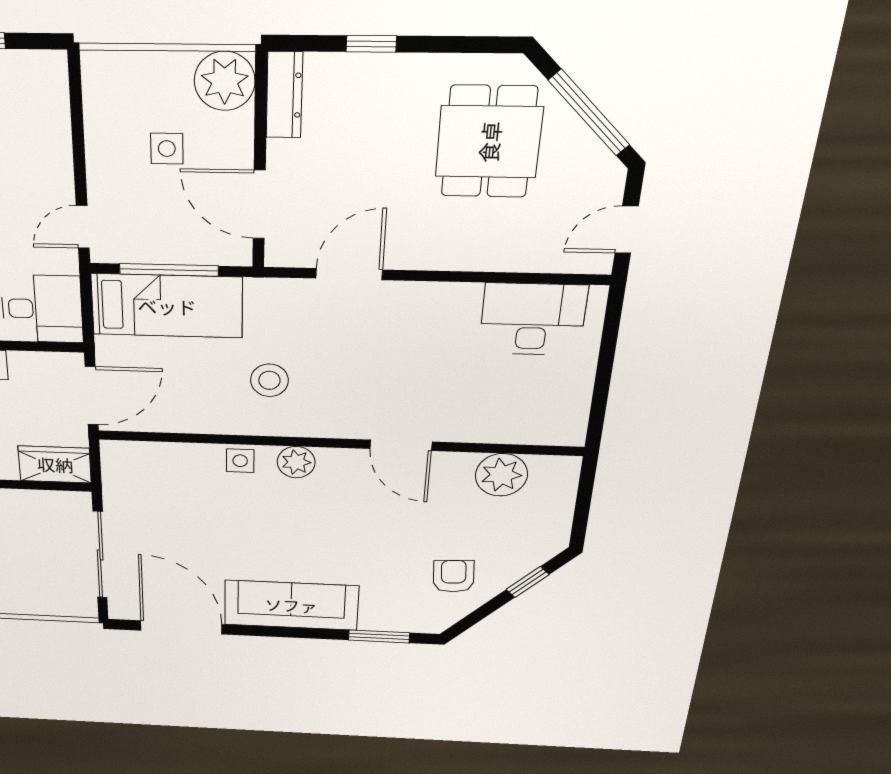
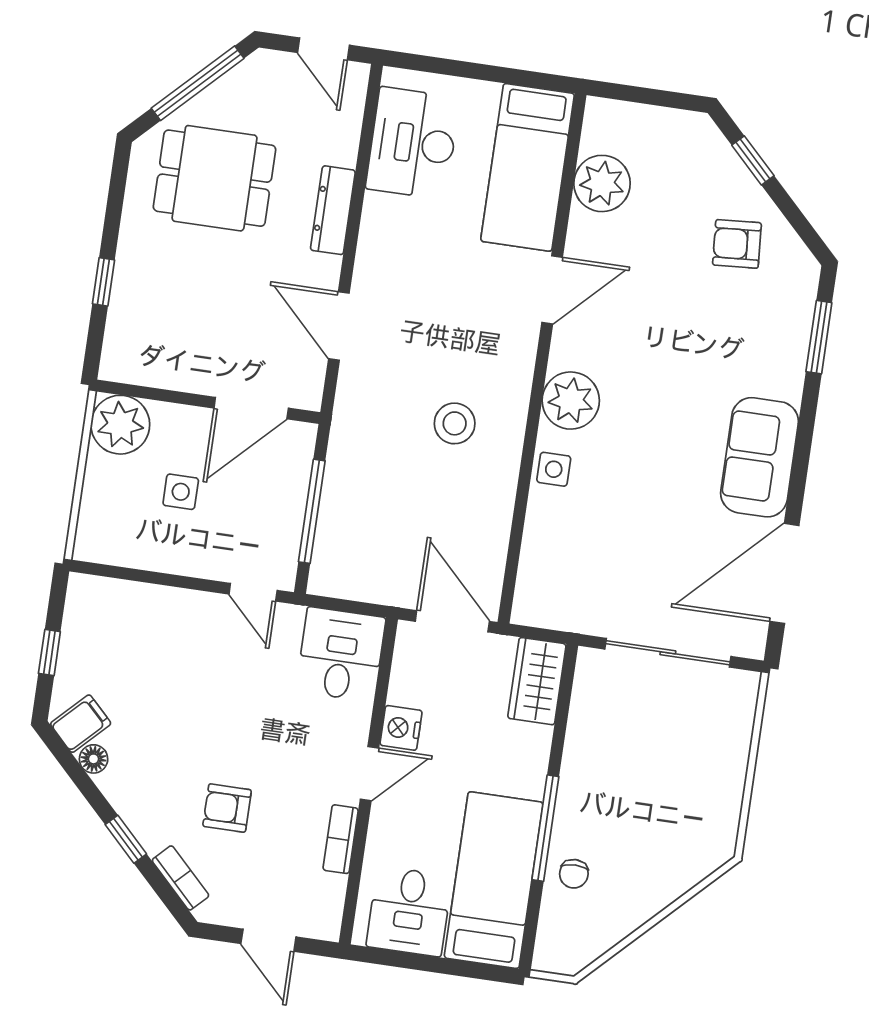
dresser: (284, 95) -> (333, 210), moved, turned -90
bed: (167, 306) -> (528, 167), moved, turned 180
plant: (296, 462) -> (571, 401), width x1.36, depth x1.36
sofa: (291, 605) -> (760, 457), width x0.73

